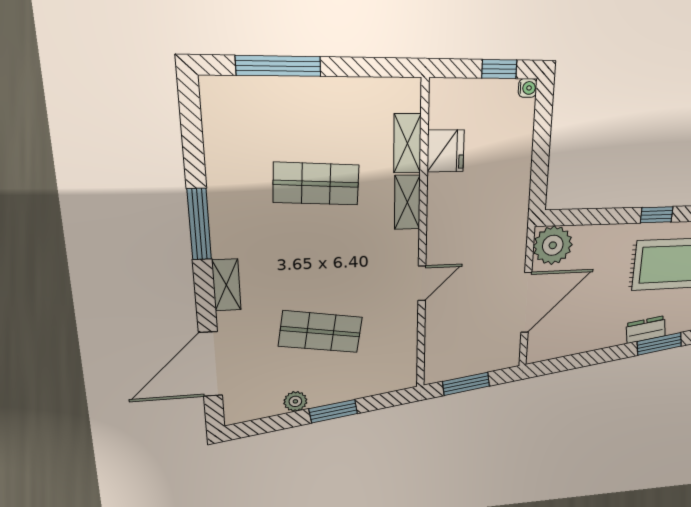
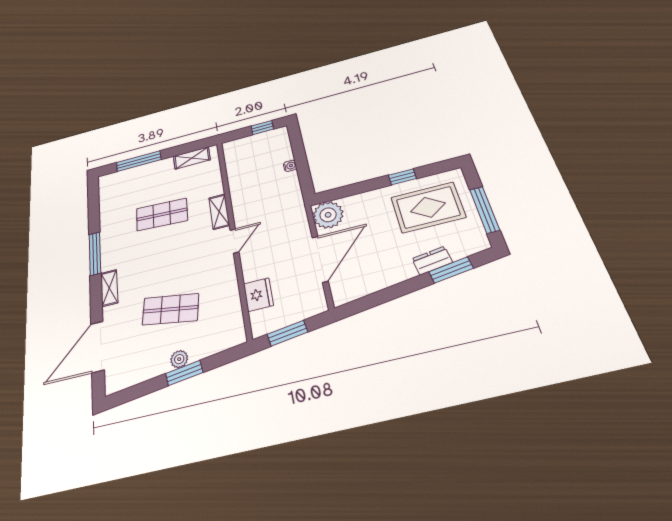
water cooler: (528, 88) -> (290, 166), moved
shelving: (407, 143) -> (192, 158), moved, turned 90
fridge: (446, 151) -> (258, 295), moved
door: (422, 283) -> (234, 241), moved
plant: (295, 401) -> (179, 359), moved

